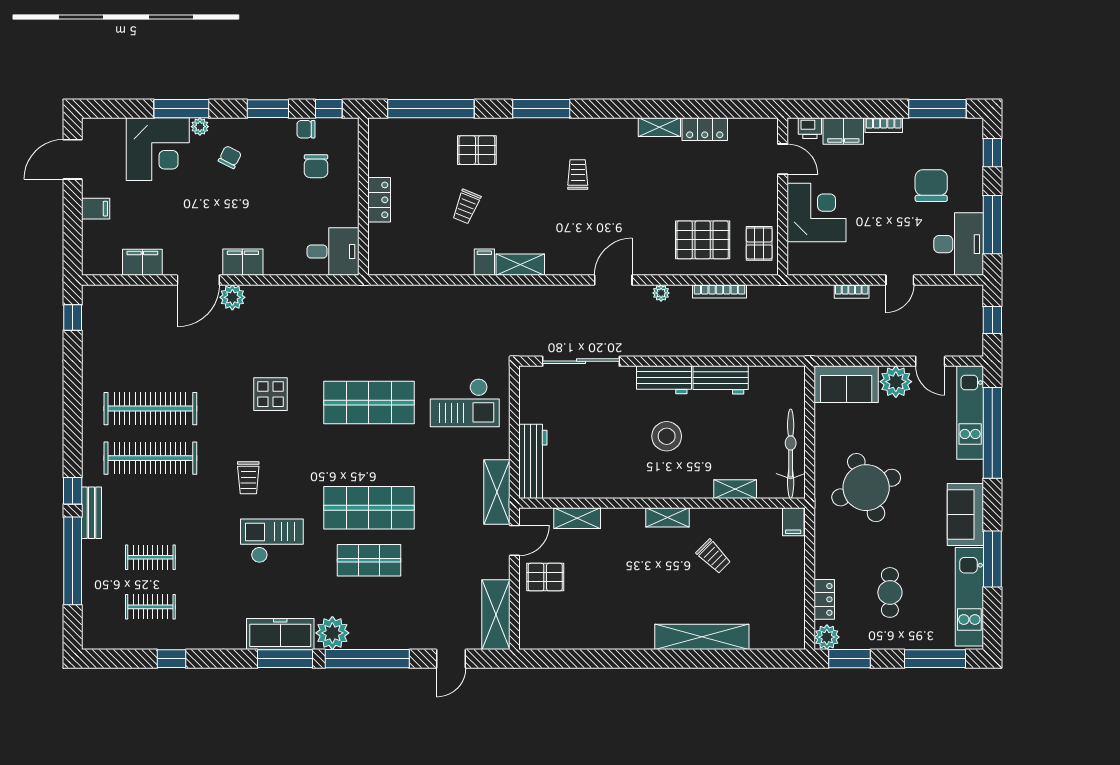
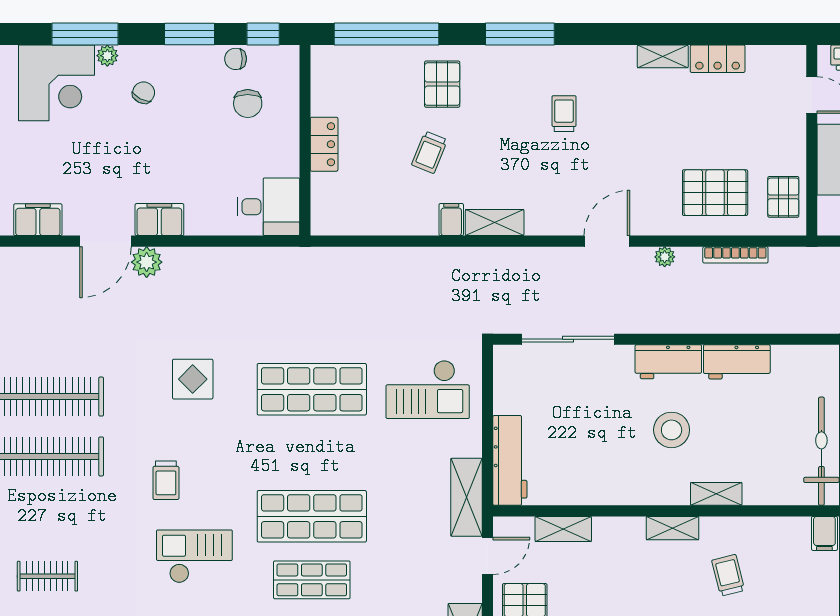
pallet: (477, 150) -> (442, 84), turned 90
shelving: (735, 489) -> (716, 494), moved
trolley: (714, 556) -> (728, 575), turned -149

